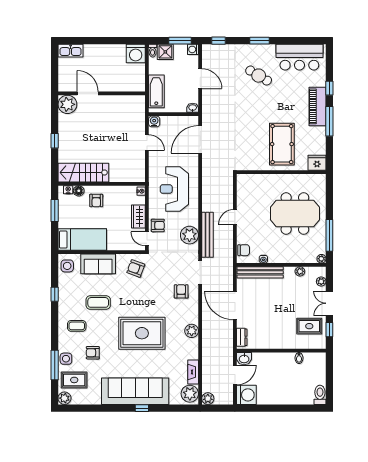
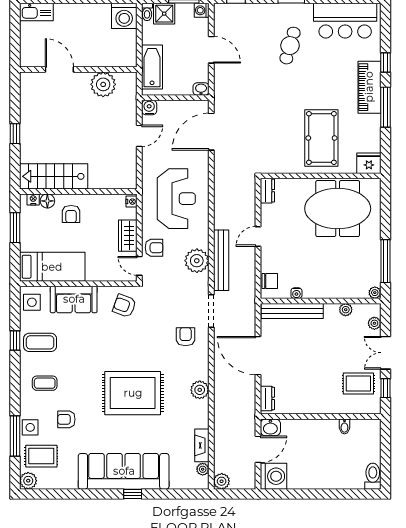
cafe table: (259, 76) -> (290, 46), turned 75
plant: (67, 104) -> (103, 84), moved
door: (147, 143) -> (139, 136), hinge flipped
dresser: (242, 183) -> (267, 191), added
reception desk: (174, 189) -> (176, 199), turned 180
meeting table: (295, 214) -> (338, 209), moved
coffee table: (98, 302) -> (40, 342), moved
plant: (190, 394) -> (203, 469), width x0.53, depth x0.53

